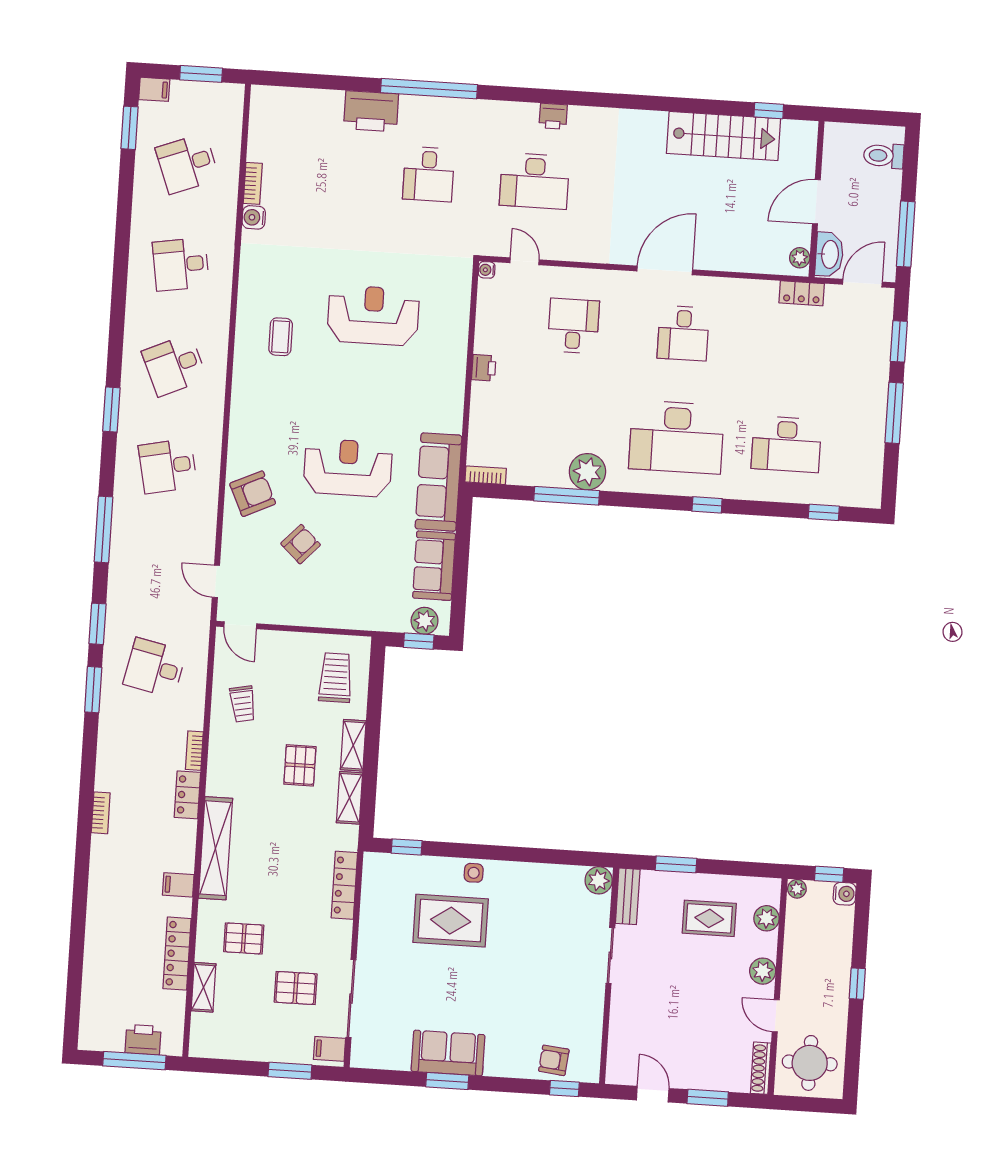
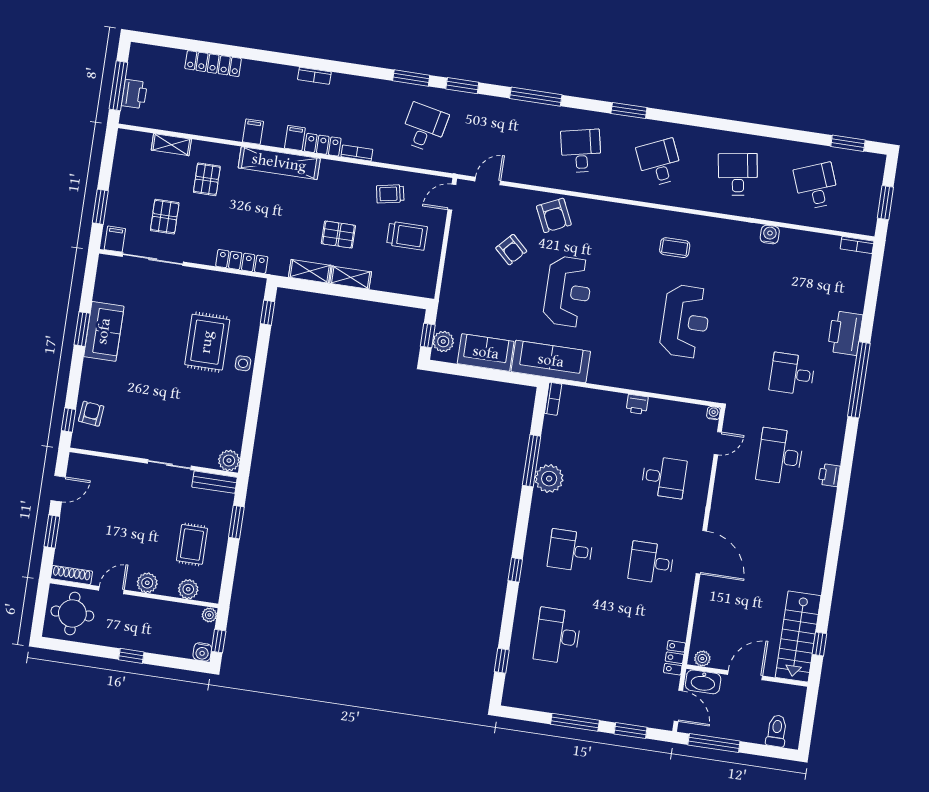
filing cabinet: (154, 89) -> (295, 138), moved, turned 180
stairs: (723, 136) -> (798, 637), moved
bookcase: (253, 183) -> (857, 245), moved
door: (816, 202) -> (745, 675), hinge flipped
desk: (677, 437) -> (570, 550), width x0.53, depth x0.77
trolley: (336, 678) -> (407, 236), moved
locker: (177, 954) -> (213, 64), moved, turned 180

